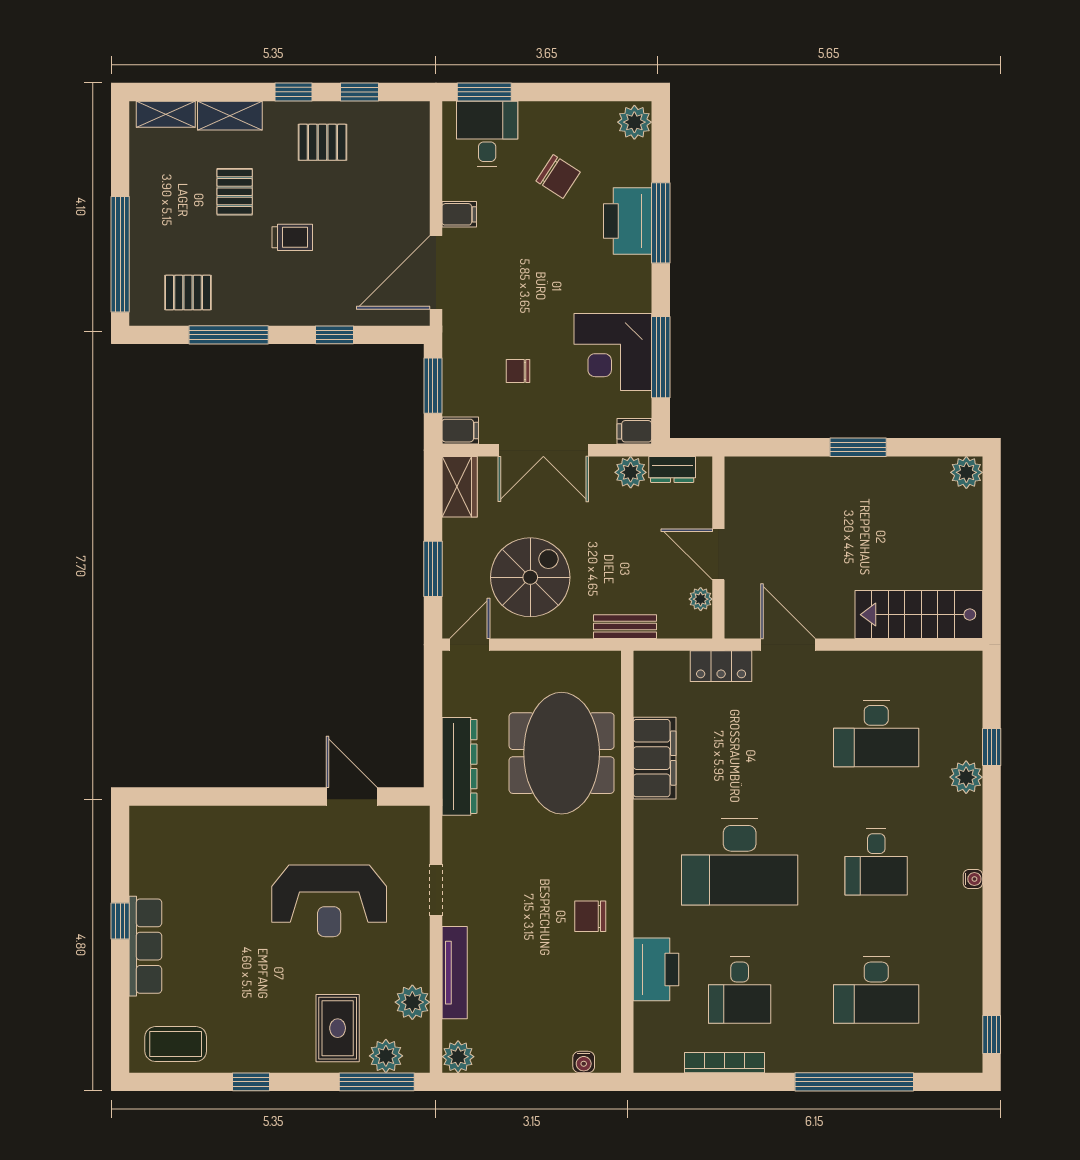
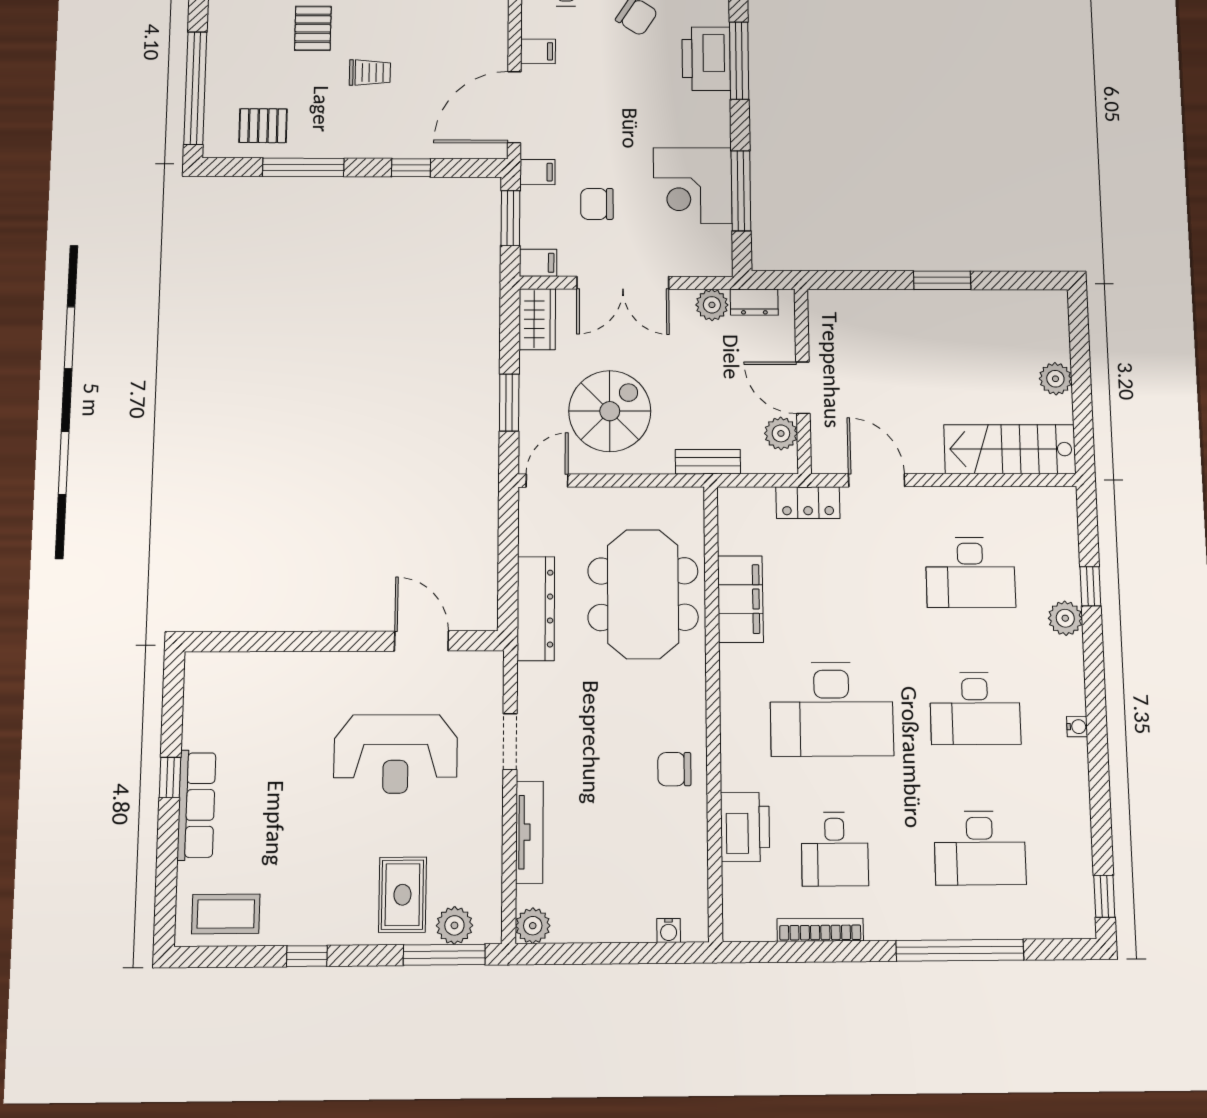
chair: (518, 371) -> (597, 204), width x1.37, depth x1.37
filing cabinet: (634, 431) -> (537, 172), moved, turned 180
plant: (966, 472) -> (1055, 379), moved
plant: (701, 599) -> (781, 433), width x1.38, depth x1.38
desk: (876, 862) -> (975, 709), width x1.37
plant: (412, 1002) -> (484, 865), removed

